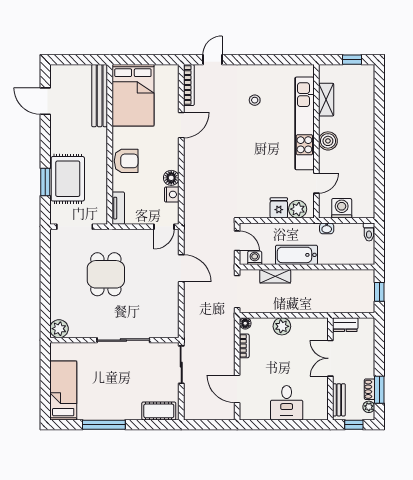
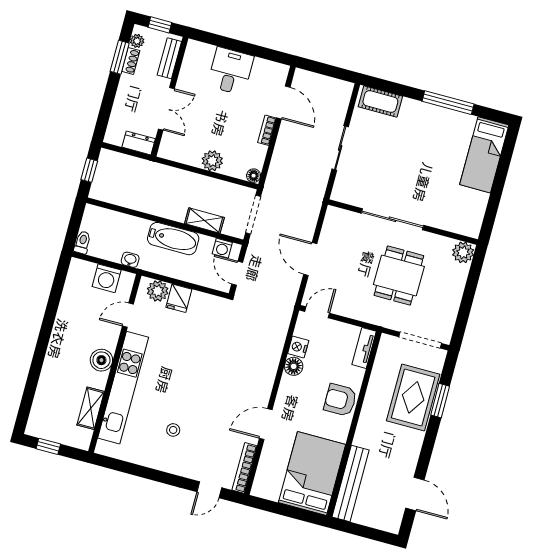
plant: (59, 329) -> (463, 252), moved
wall: (114, 340) -> (403, 222), moved
sliding door: (123, 340) -> (392, 219), moved
bookcase: (244, 346) -> (267, 130), moved

